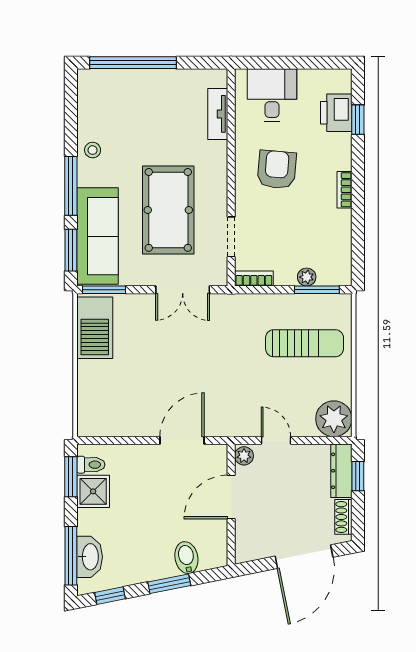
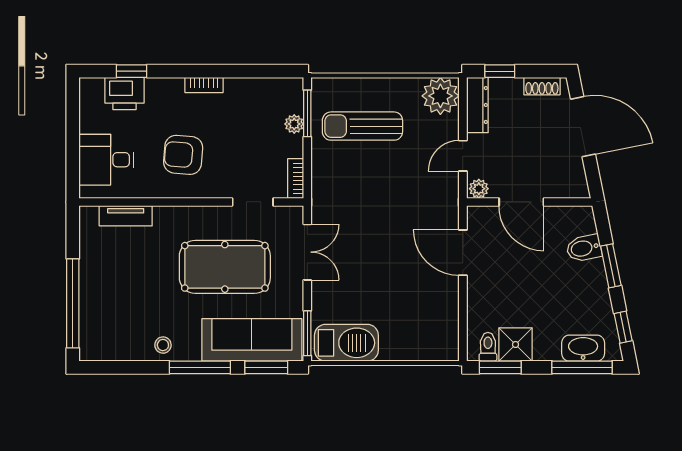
sun lounger: (305, 343) -> (362, 126), turned -90
dresser: (341, 471) -> (477, 105), moved, turned -90

